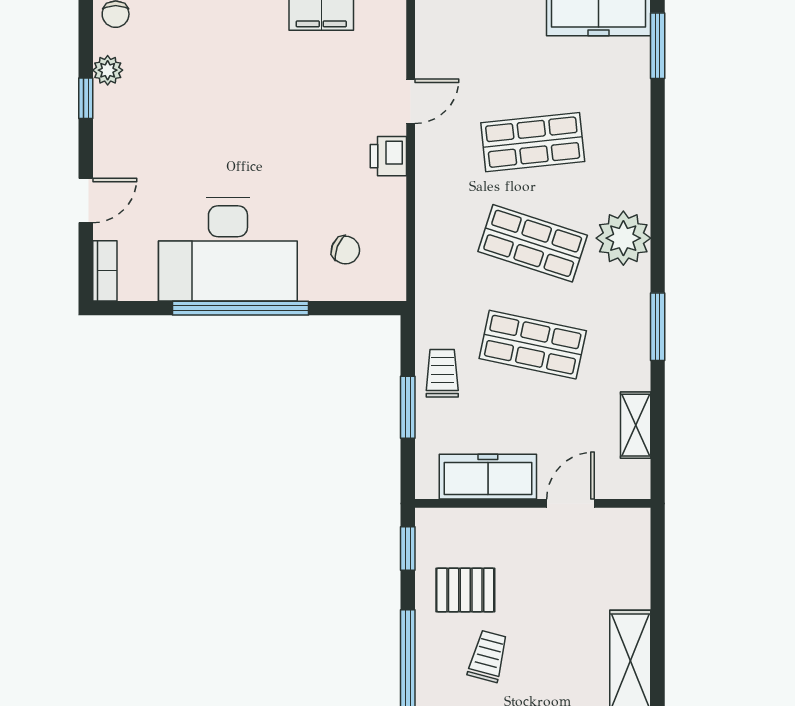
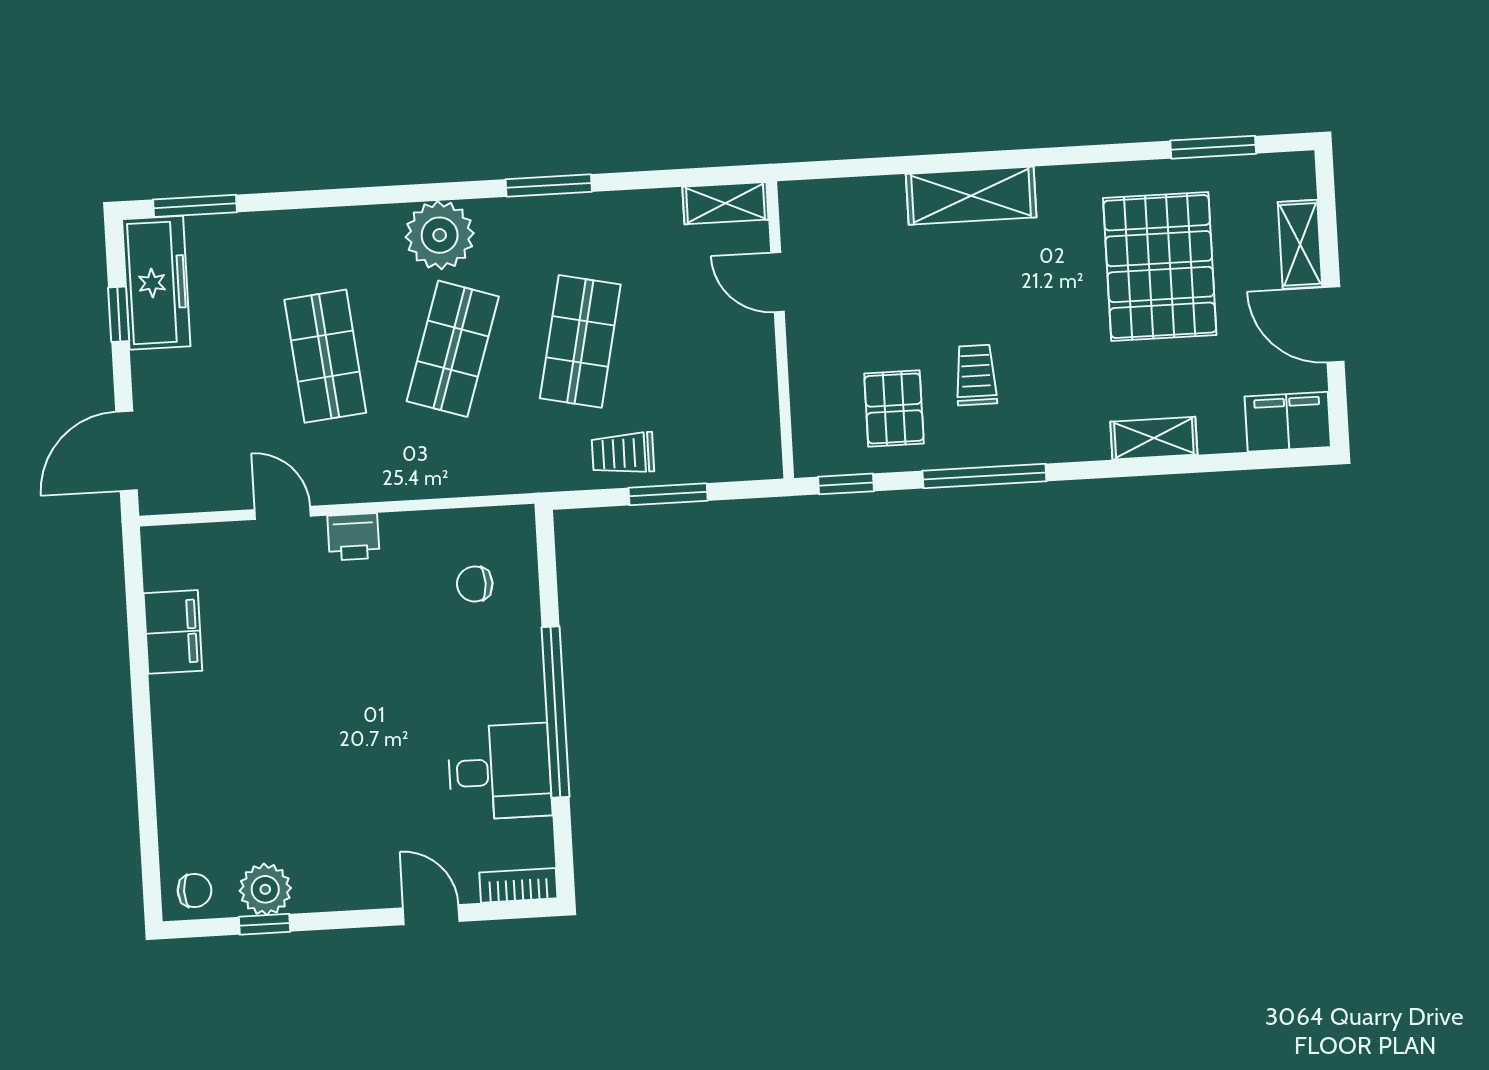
plant: (108, 70) -> (265, 889), width x1.38, depth x1.38
window: (86, 98) -> (265, 924), moved
desk: (228, 249) -> (500, 772), width x0.53, depth x0.77
chair: (345, 250) -> (475, 584), turned -112
shelving: (636, 425) -> (725, 203), moved
freezer: (488, 477) -> (750, 388), removed
trolley: (488, 656) -> (976, 375), turned 75

